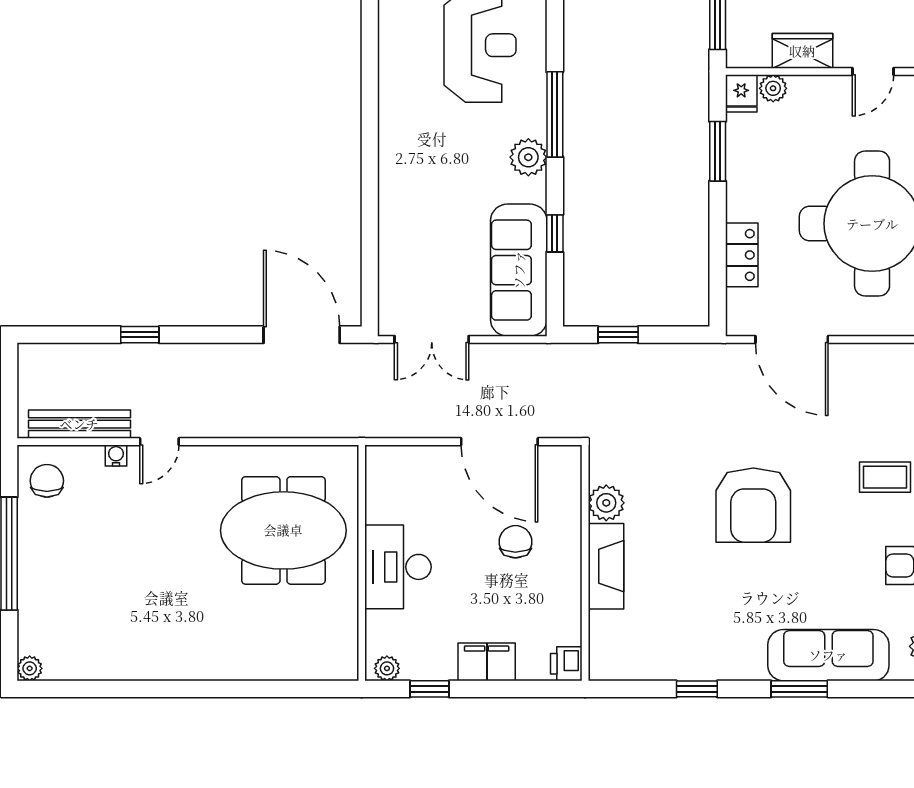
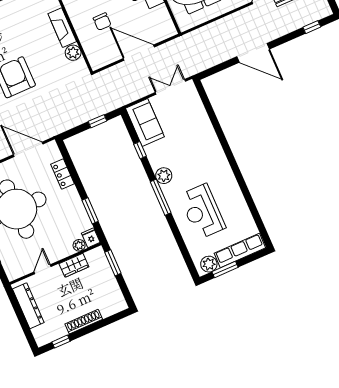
sofa: (519, 270) -> (145, 122), width x0.73
window: (140, 335) -> (312, 27), moved
door: (302, 335) -> (253, 53), moved
door: (499, 442) -> (139, 53), moved

